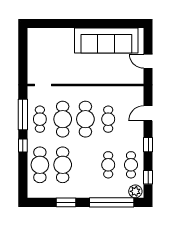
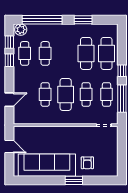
window: (76, 23) -> (74, 180), added
armchair: (61, 43) -> (87, 163), added
cafe table: (63, 119) -> (86, 94), width x0.73, depth x0.74
window: (148, 145) -> (9, 60), moved

